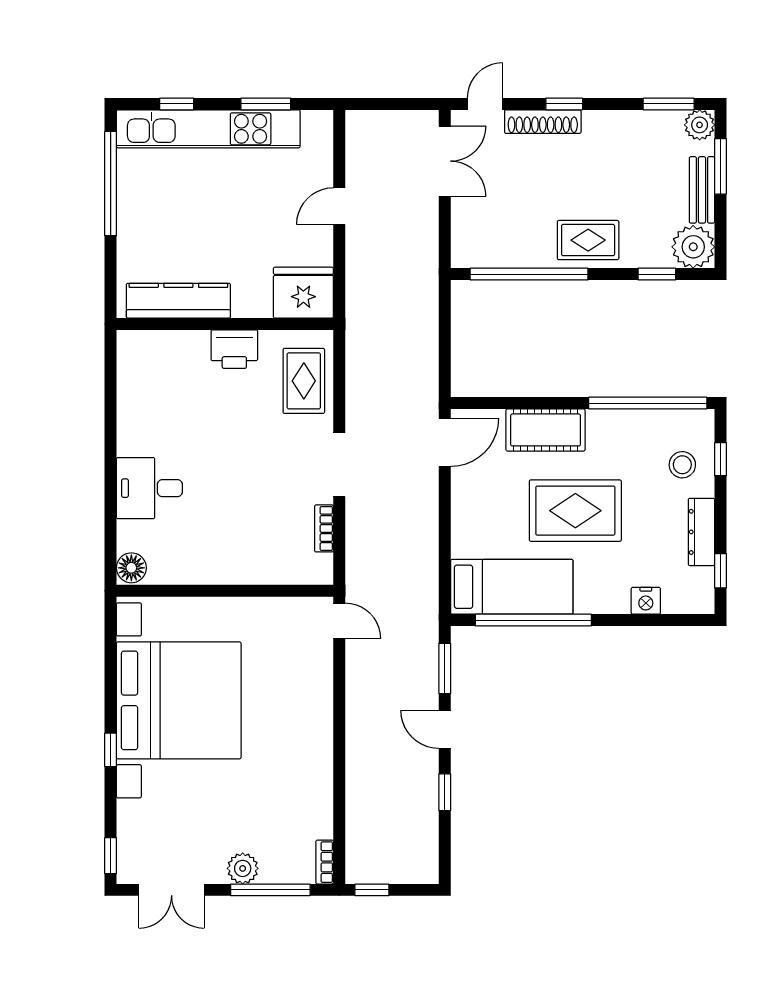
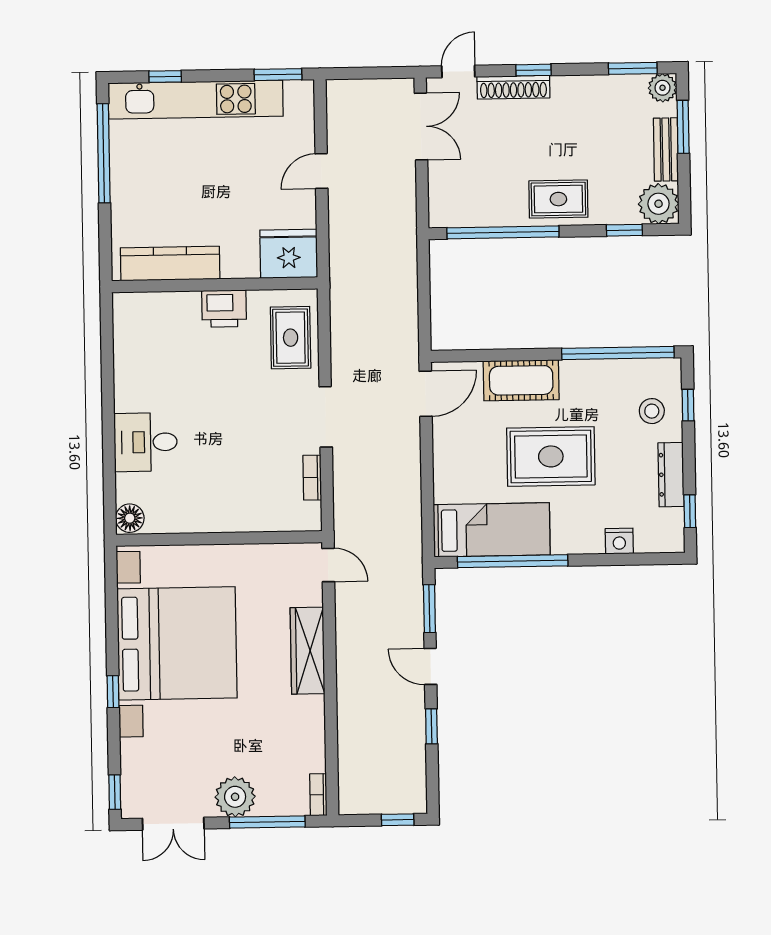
window: (266, 104) -> (278, 75), moved
wardrobe: (316, 710) -> (307, 651), added
plant: (243, 868) -> (235, 797), width x1.36, depth x1.36
window: (372, 890) -> (398, 820), moved

